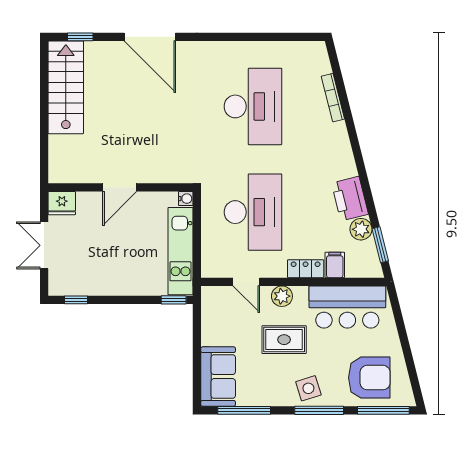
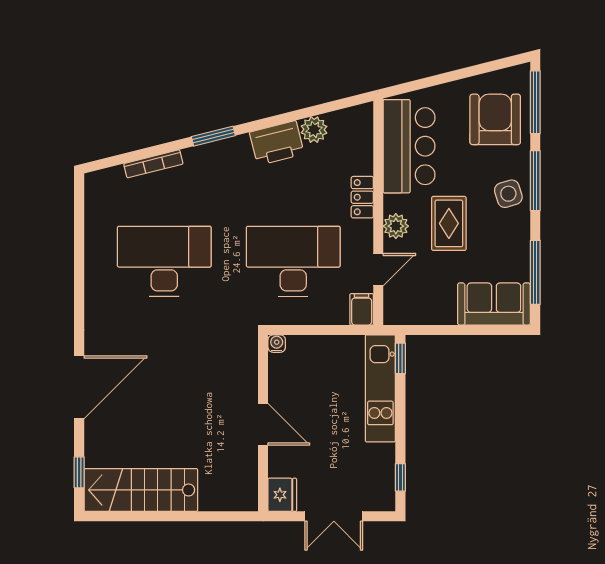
window: (380, 245) -> (213, 136), moved
kitchen unit: (180, 251) -> (380, 388), moved, turned 90
filing cabinet: (335, 265) -> (362, 309), moved, turned 90

